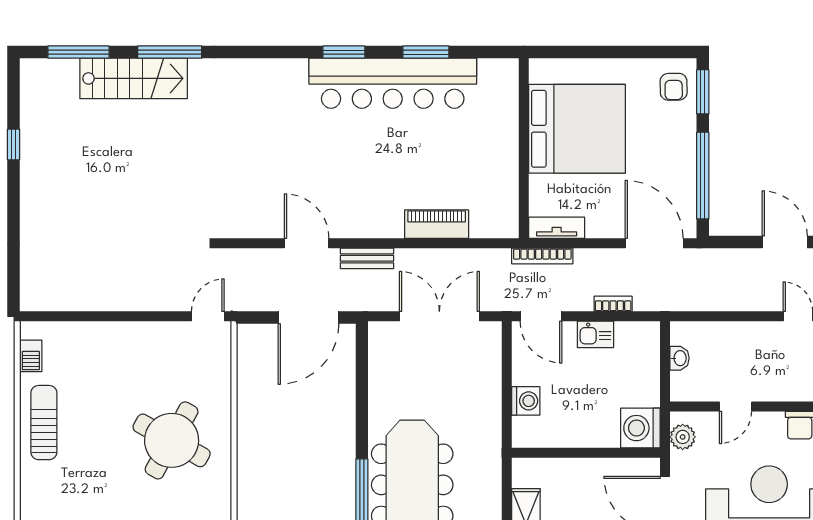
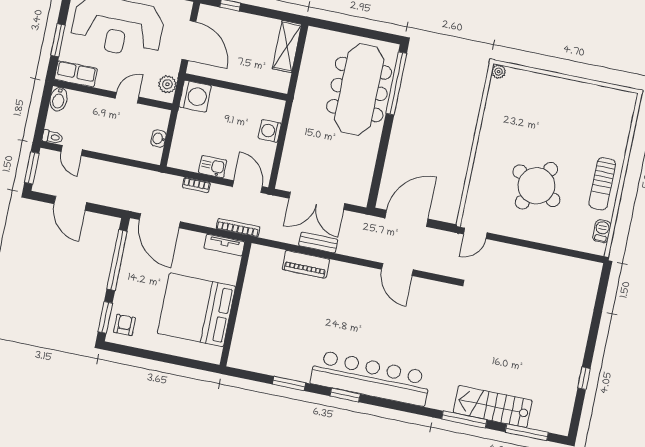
bar counter: (393, 83) -> (371, 378), moved
bench: (367, 258) -> (318, 242), moved
round table: (172, 440) -> (536, 186), moved

